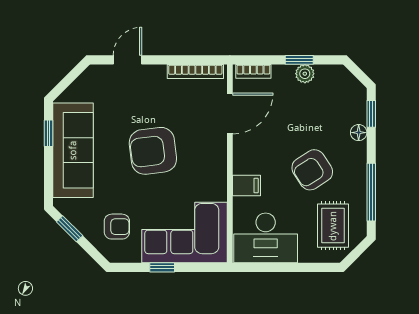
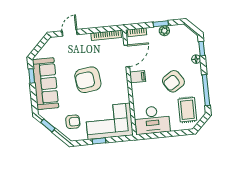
filing cabinet: (246, 186) -> (138, 77), moved

